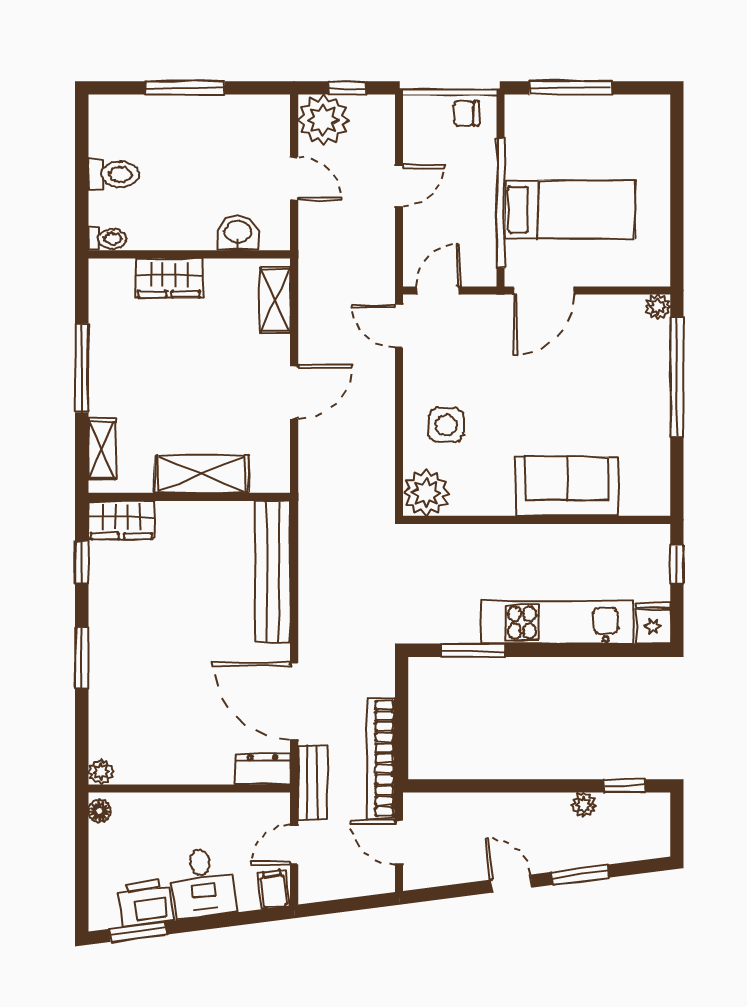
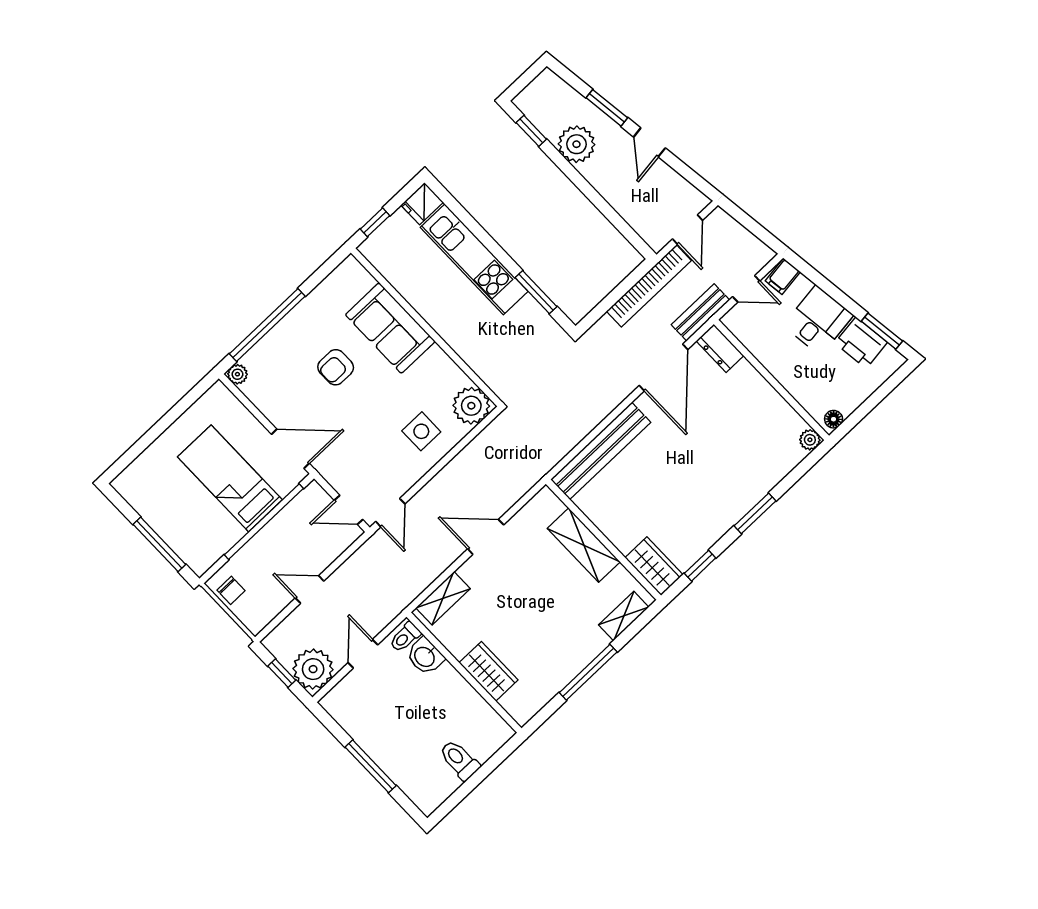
toilet: (107, 239) -> (405, 637), moved, turned -90
armchair: (579, 402) -> (336, 367), added
plant: (584, 805) -> (576, 144), width x1.87, depth x1.87

